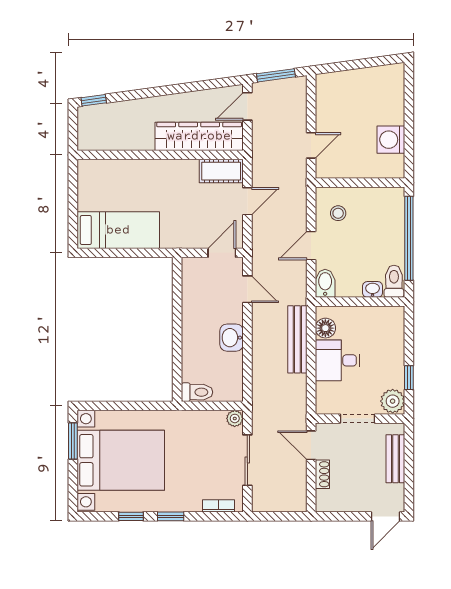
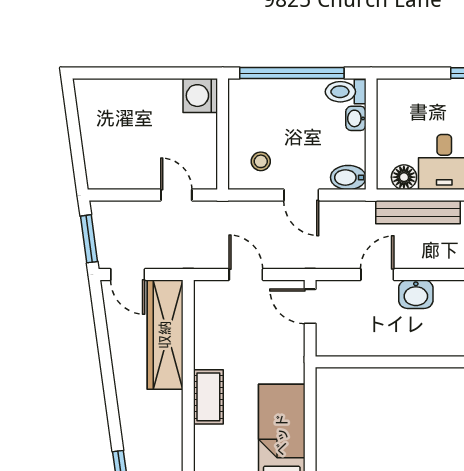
washing machine: (391, 140) -> (200, 96), moved, turned 90
cot: (221, 171) -> (208, 397), moved
door: (247, 289) -> (377, 274), moved

